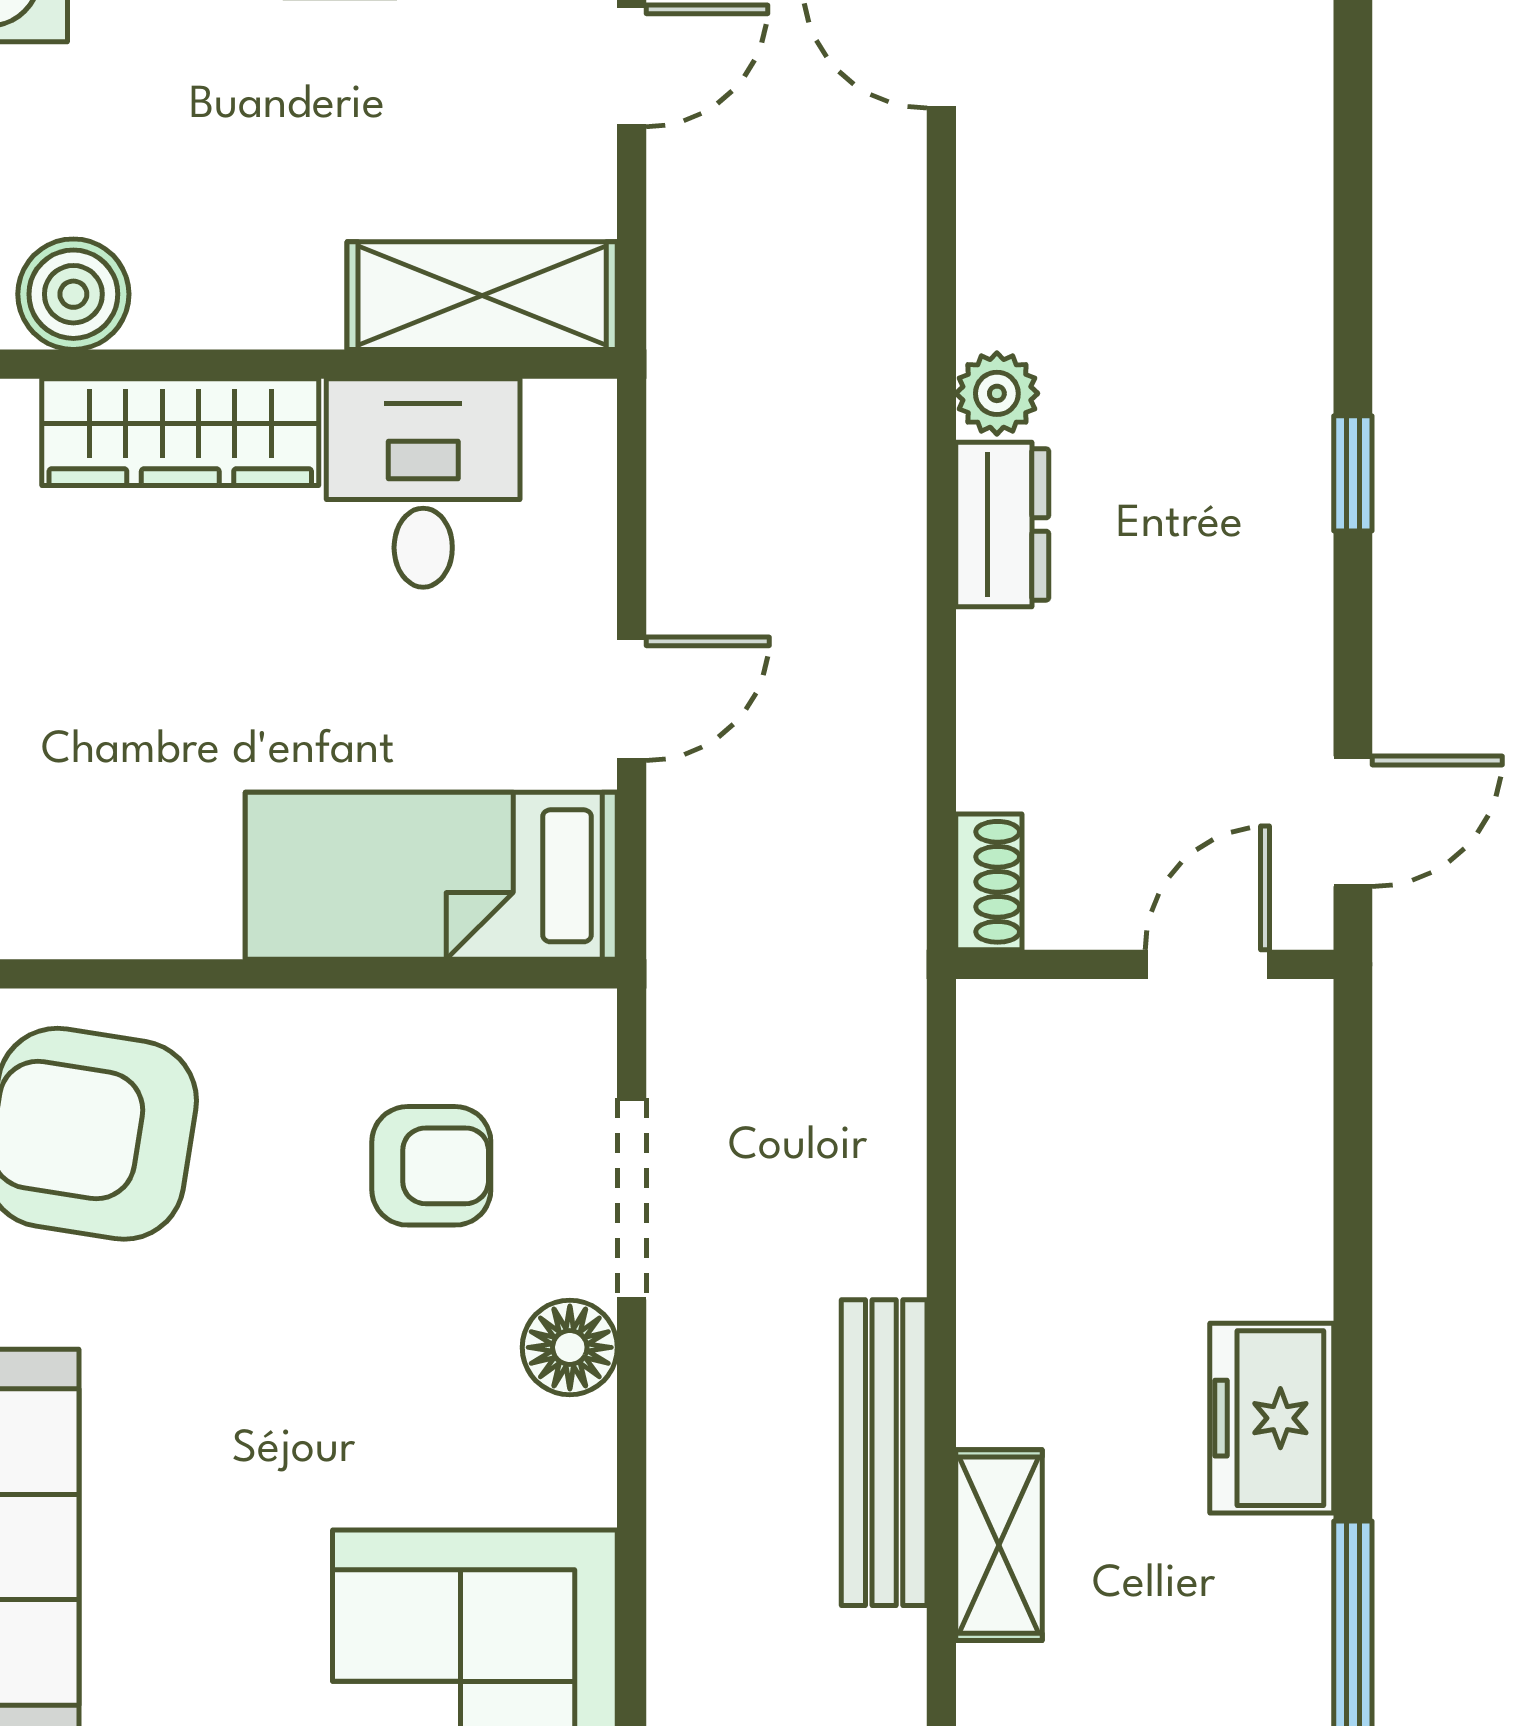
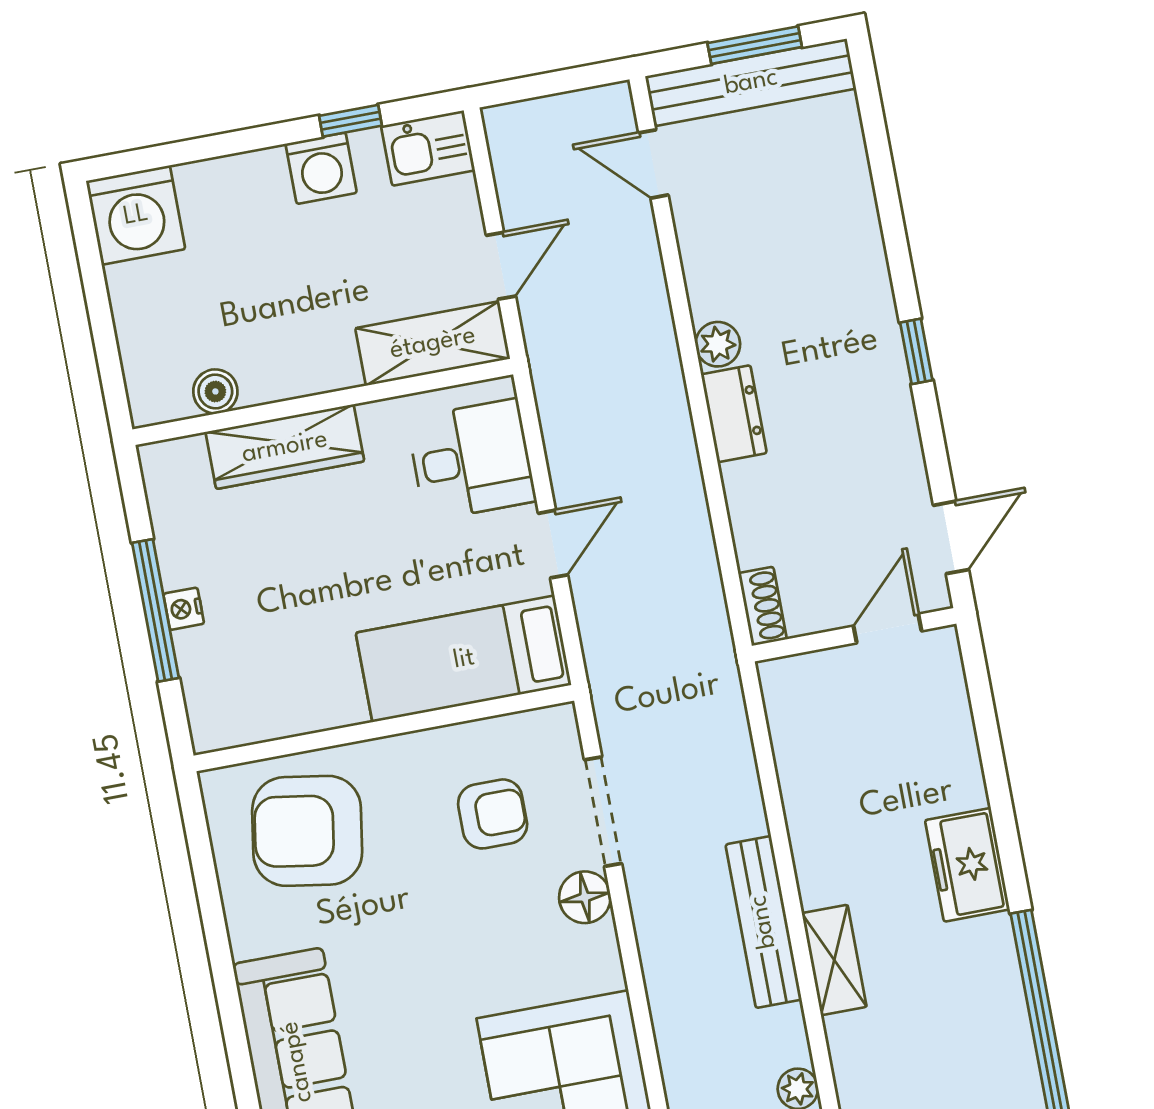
door: (632, 66) -> (501, 266), moved
boiler: (73, 294) -> (215, 391), width x0.73, depth x0.73
desk: (423, 483) -> (471, 460), moved, turned 90

